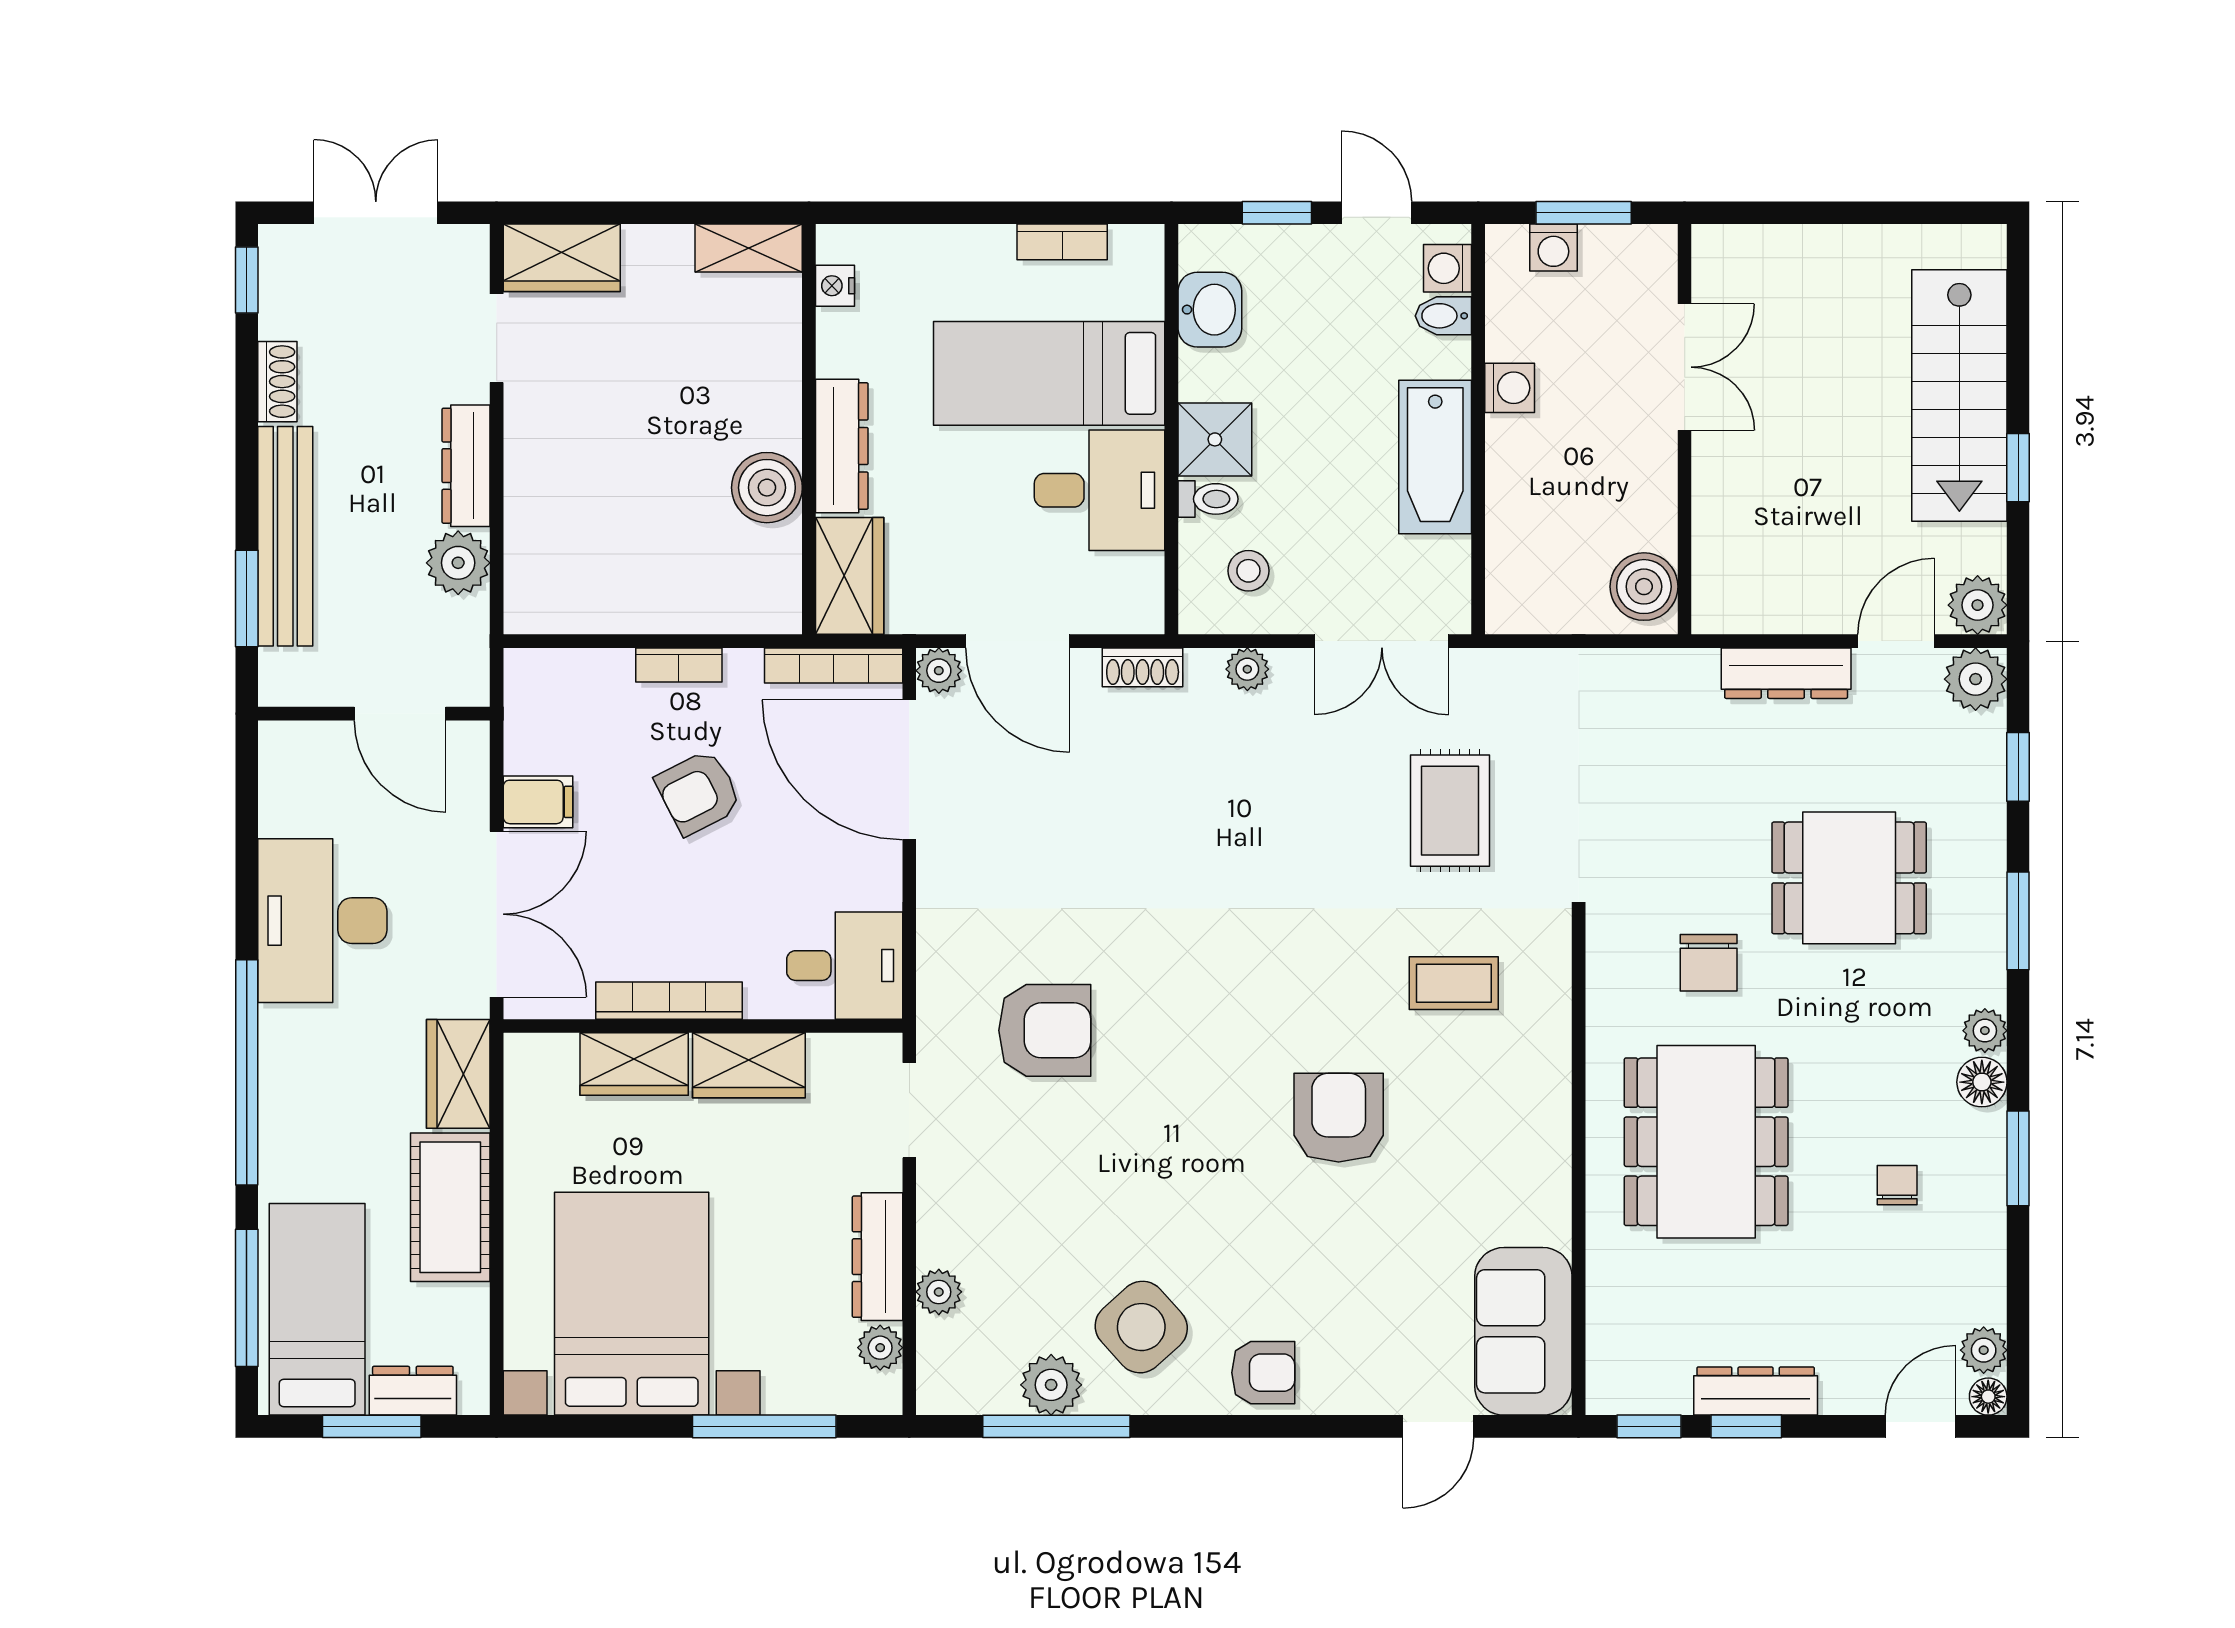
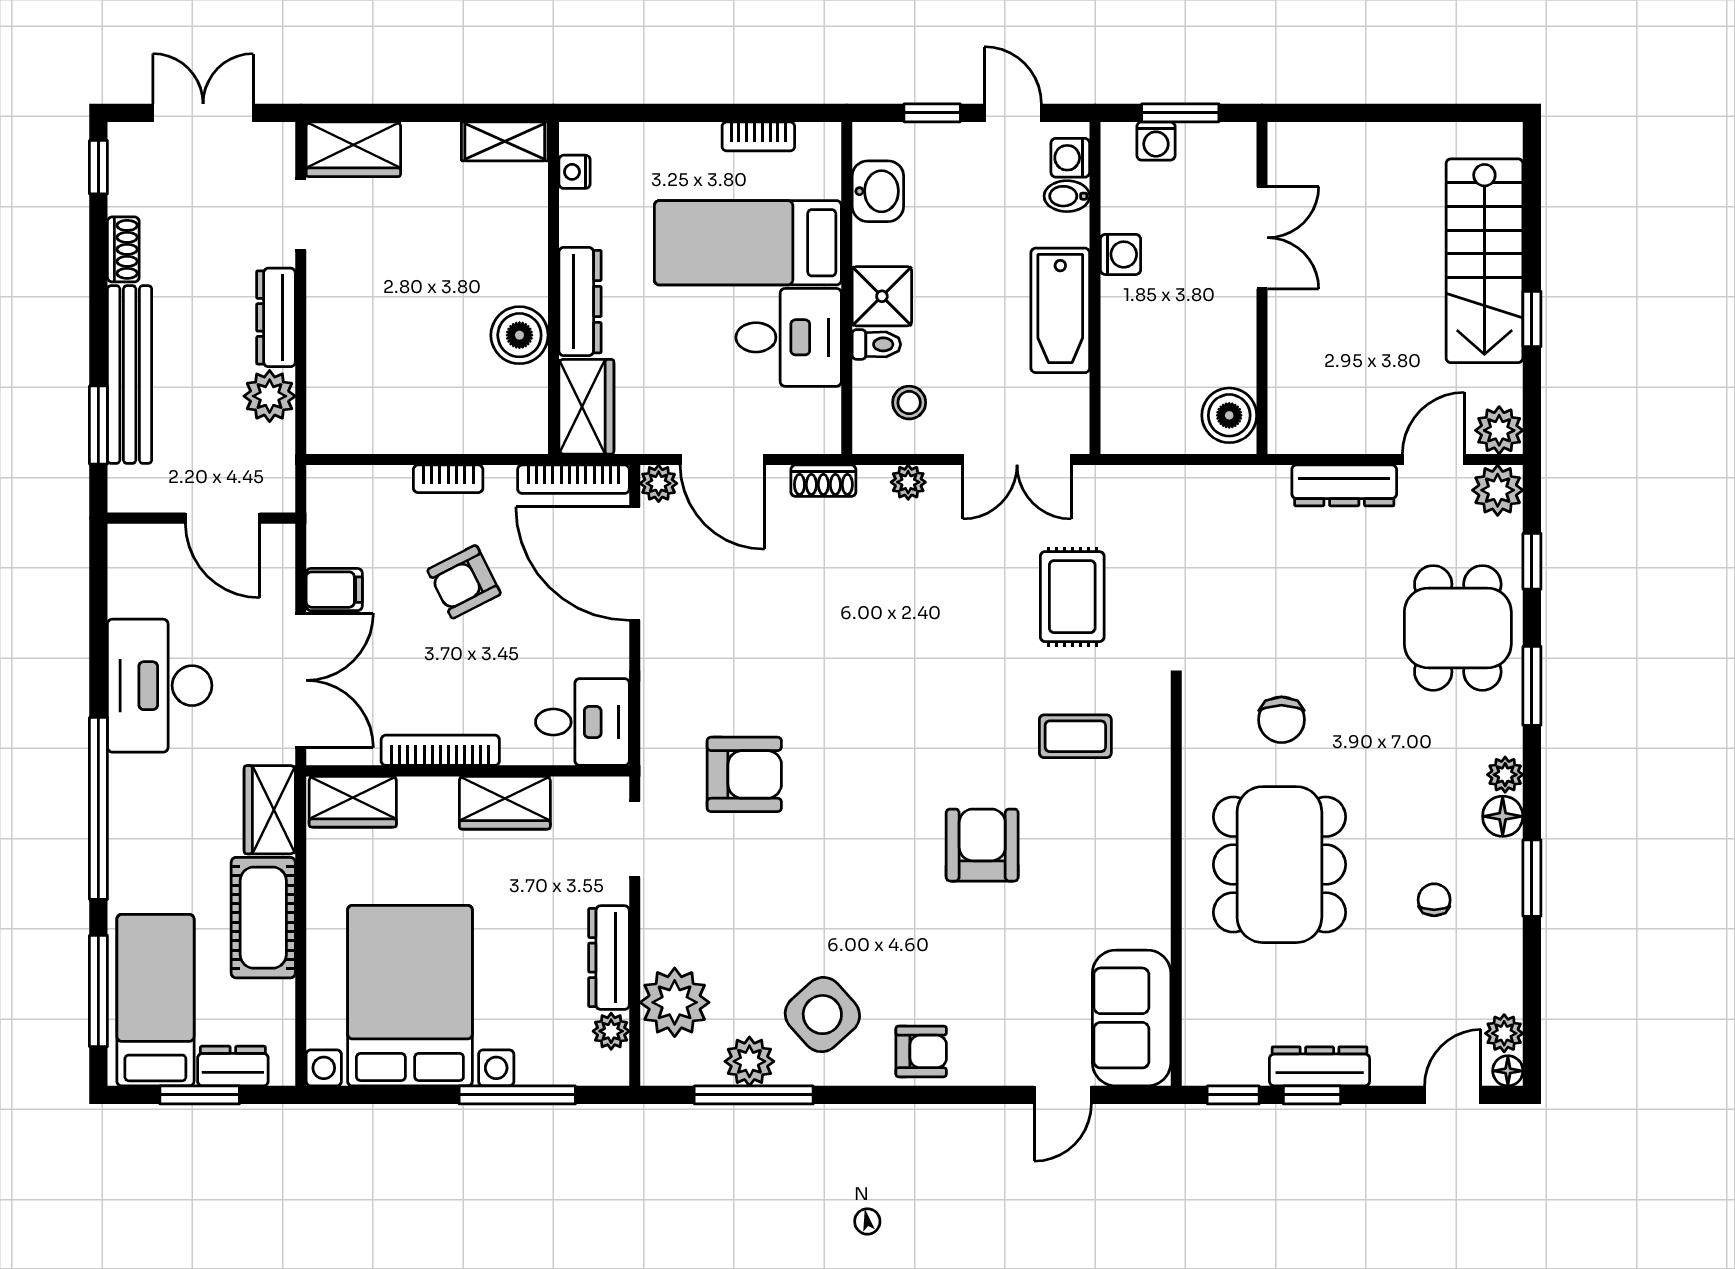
dining table: (1849, 878) -> (1458, 628), moved, turned 90
wardrobe: (634, 1064) -> (353, 802), moved
plant: (939, 1292) -> (675, 1002), width x1.87, depth x1.87

